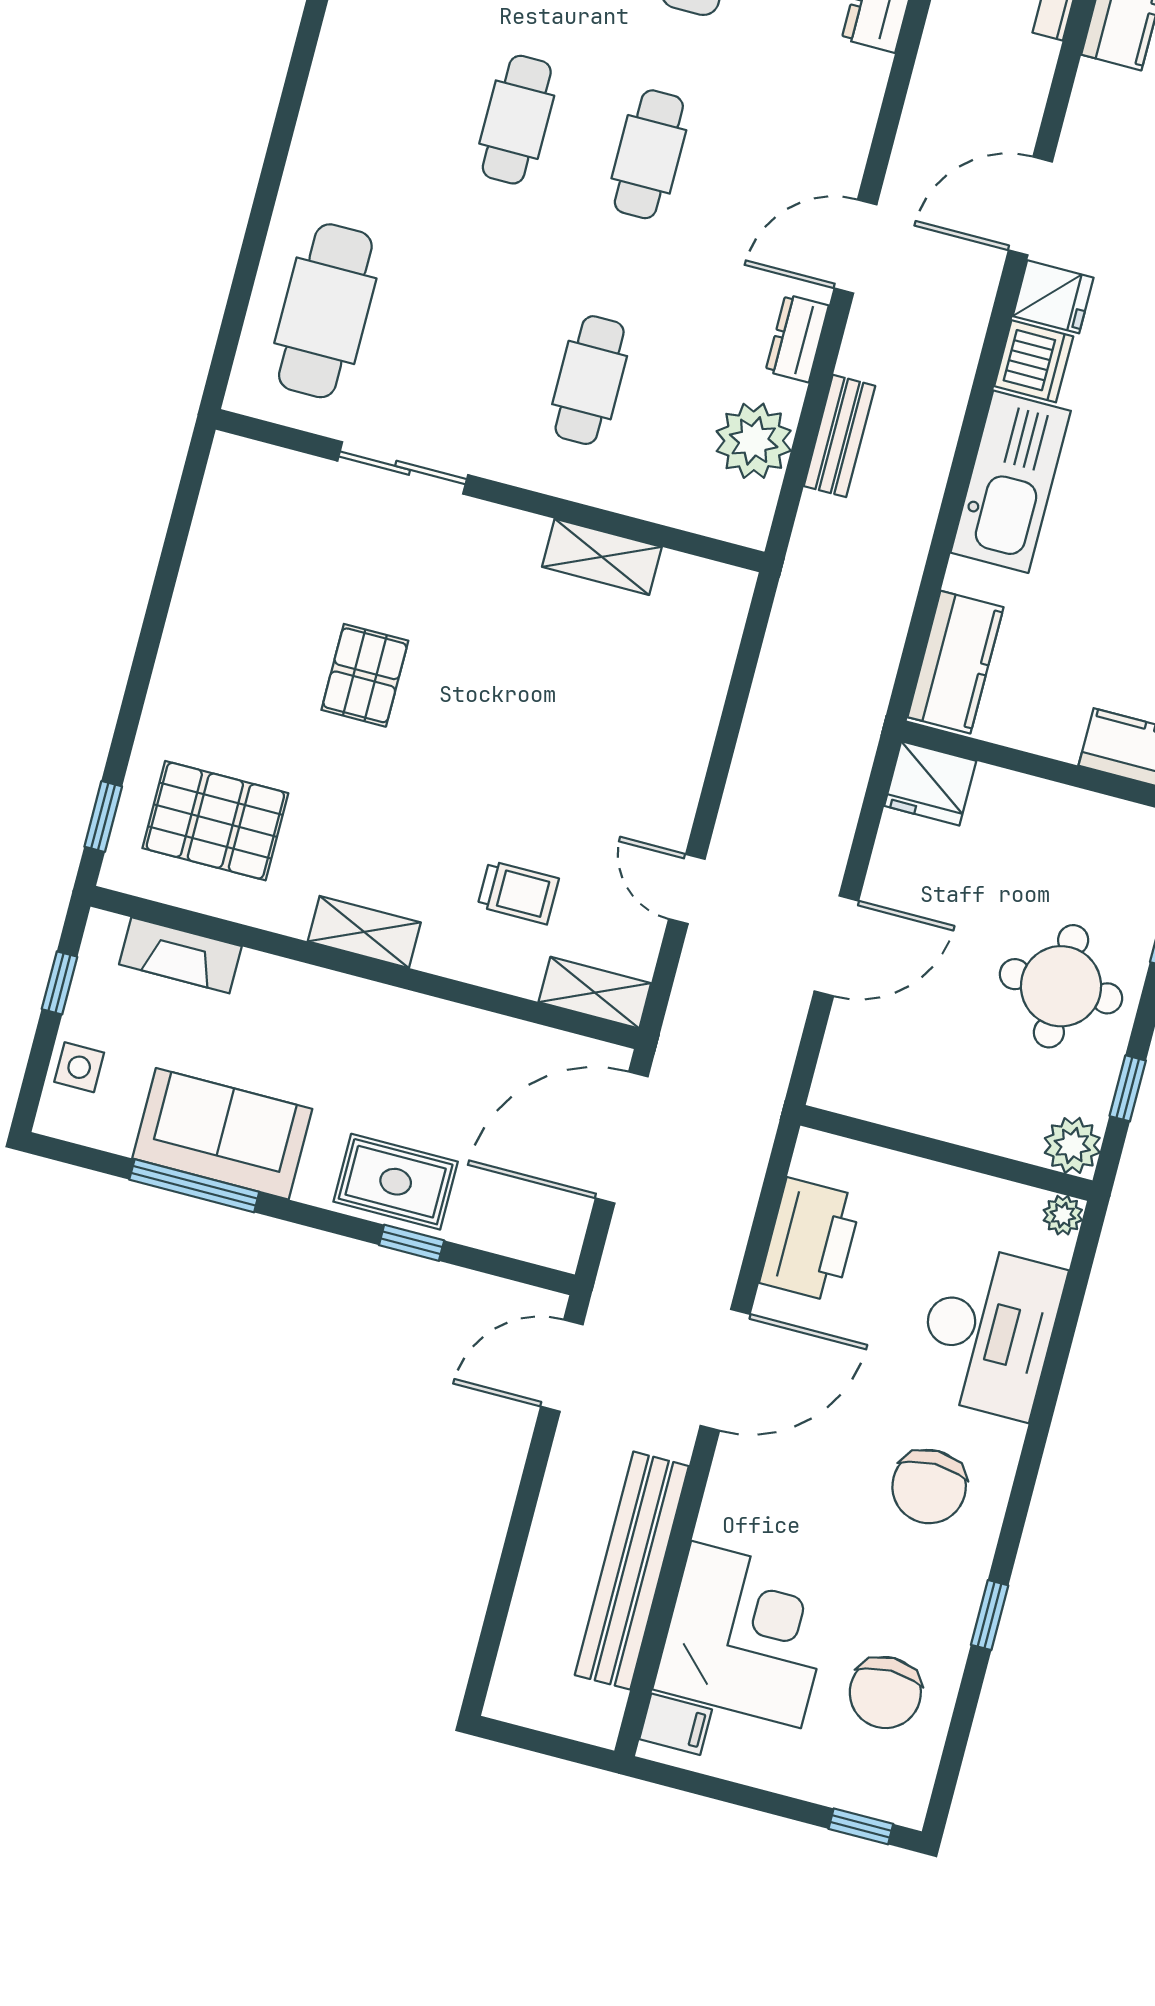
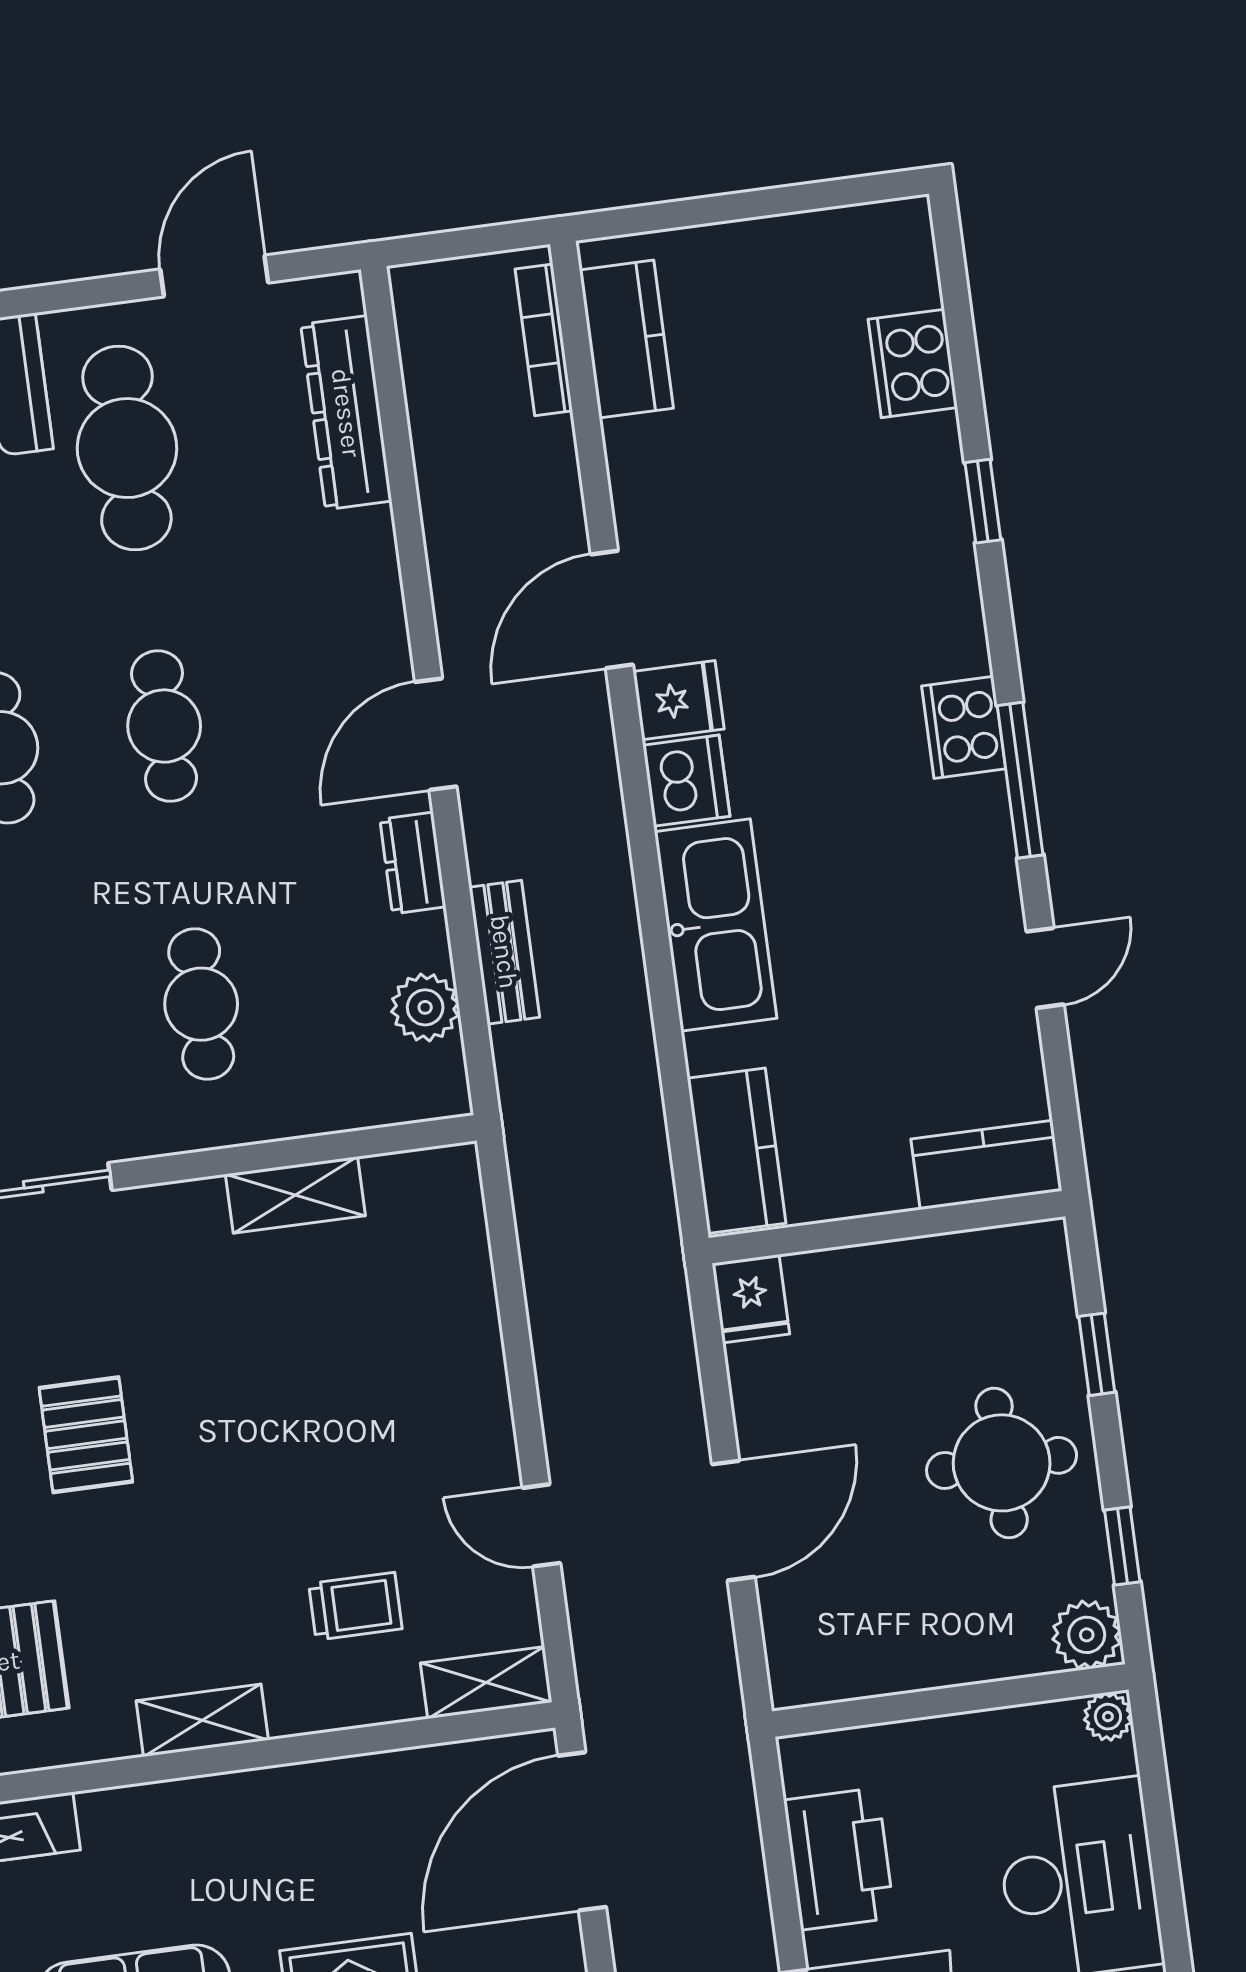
plant: (754, 441) -> (425, 1007), width x0.73, depth x0.73
fridge: (930, 783) -> (751, 1299), width x0.72

